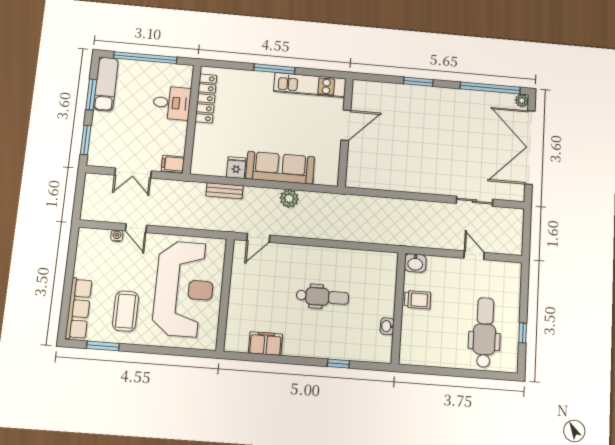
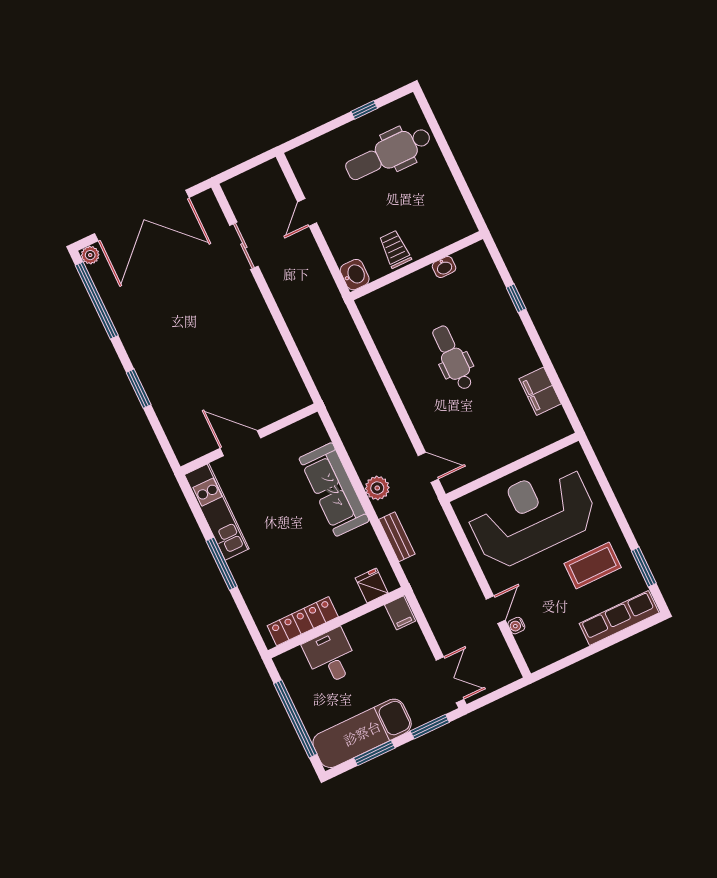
exam couch: (106, 84) -> (362, 733), width x1.36, depth x1.45
fridge: (236, 168) -> (372, 585), moved, turned 90
double door: (133, 173) -> (450, 680), moved
plant: (289, 198) -> (377, 488), moved

